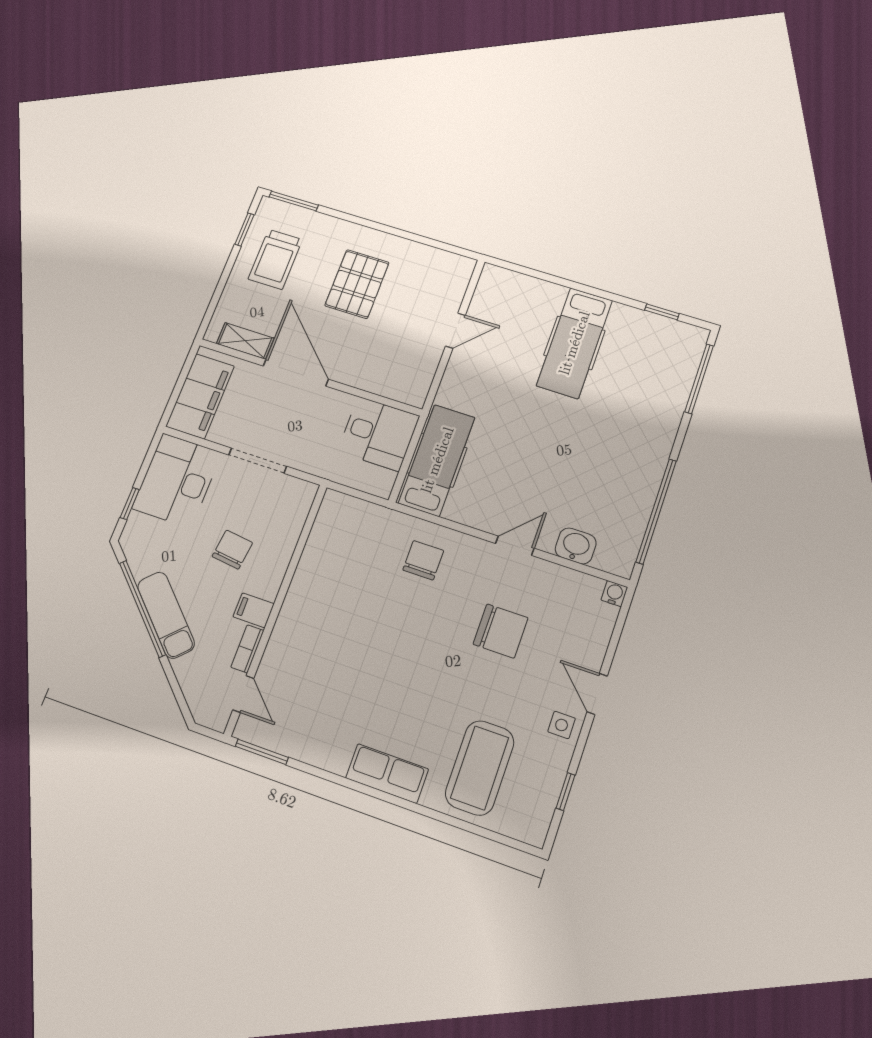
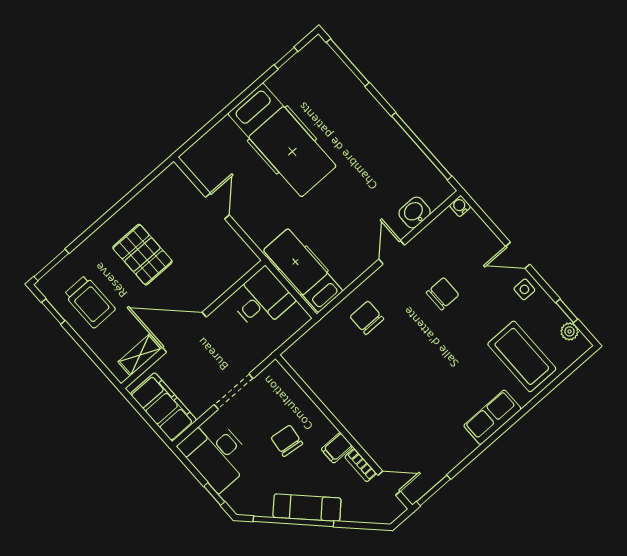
hospital bed: (574, 343) -> (282, 140), width x1.37, depth x1.29
chair: (501, 631) -> (443, 294), width x0.73, depth x0.73
plant: (543, 809) -> (569, 331), added

